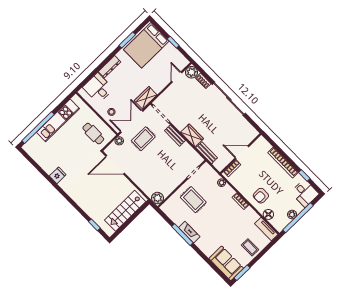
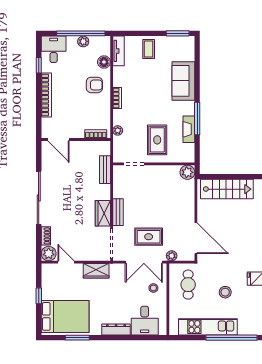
door: (177, 77) -> (66, 262), swing flipped
wardrobe: (146, 98) -> (96, 271), moved
wardrobe: (192, 135) -> (103, 213), moved
stool: (68, 150) -> (225, 292), added
door: (242, 152) -> (59, 140), moved
fireplace: (189, 232) -> (189, 129), moved
sofa: (226, 263) -> (183, 81), moved

